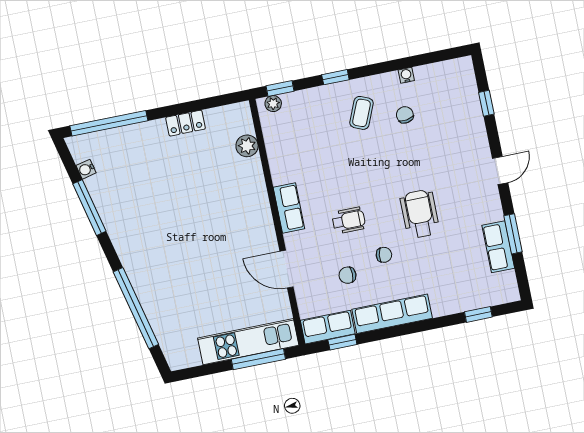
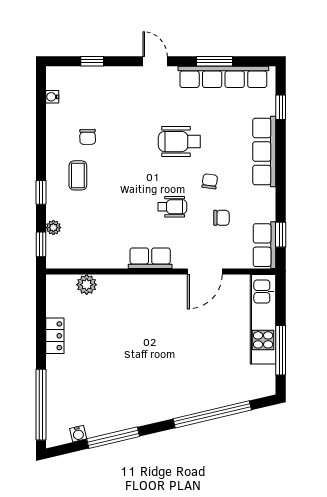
water cooler: (406, 75) -> (52, 97), moved
plant: (273, 104) -> (53, 228), moved
coffee table: (362, 113) -> (78, 175), turned 67
chair: (405, 115) -> (88, 137), turned -83
wheelchair: (349, 220) -> (172, 207), turned 90
row of seats: (498, 247) -> (223, 77), width x2.02
chair: (347, 275) -> (221, 218), turned -90
row of seats: (392, 314) -> (264, 151), moved
window: (258, 359) -> (281, 350), moved

